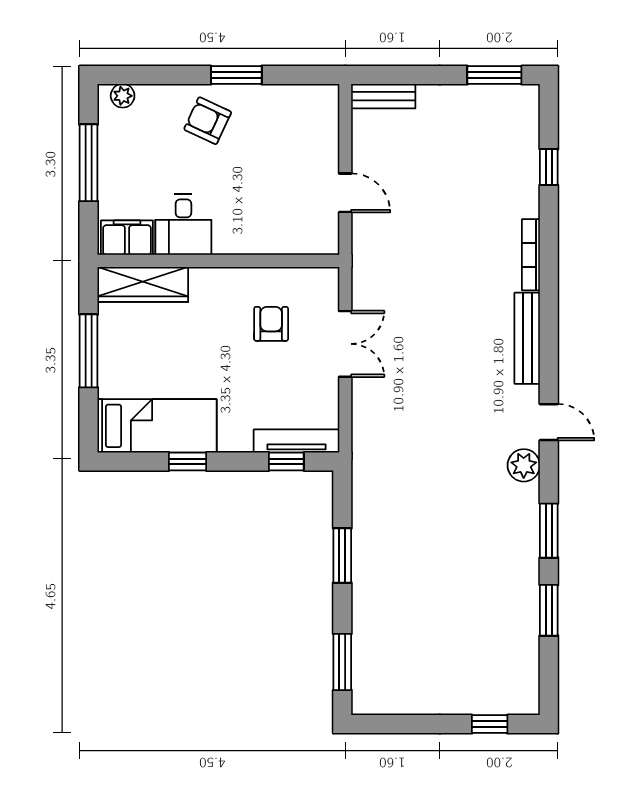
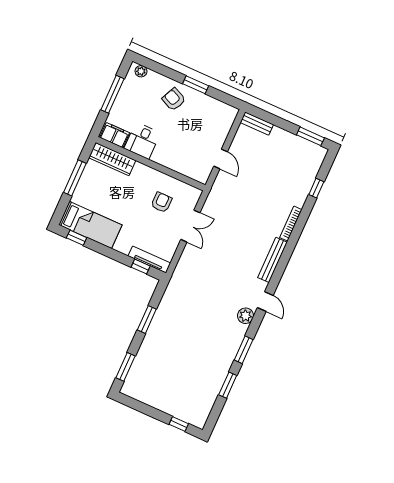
window: (188, 462) -> (77, 238), moved

